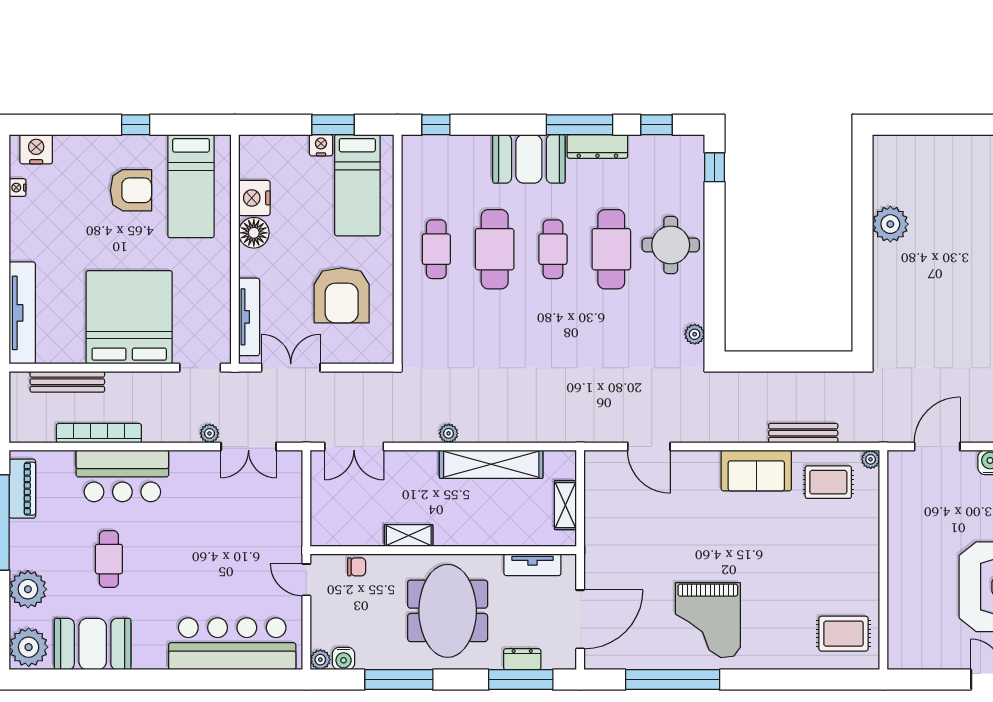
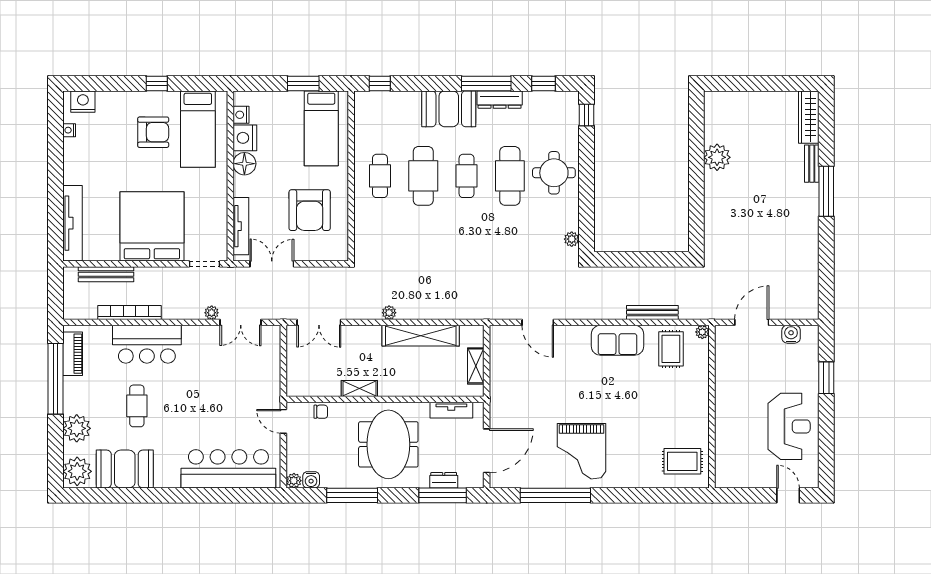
nightstand: (321, 145) -> (241, 115), moved, turned -90
rug: (828, 482) -> (671, 349), turned 90

